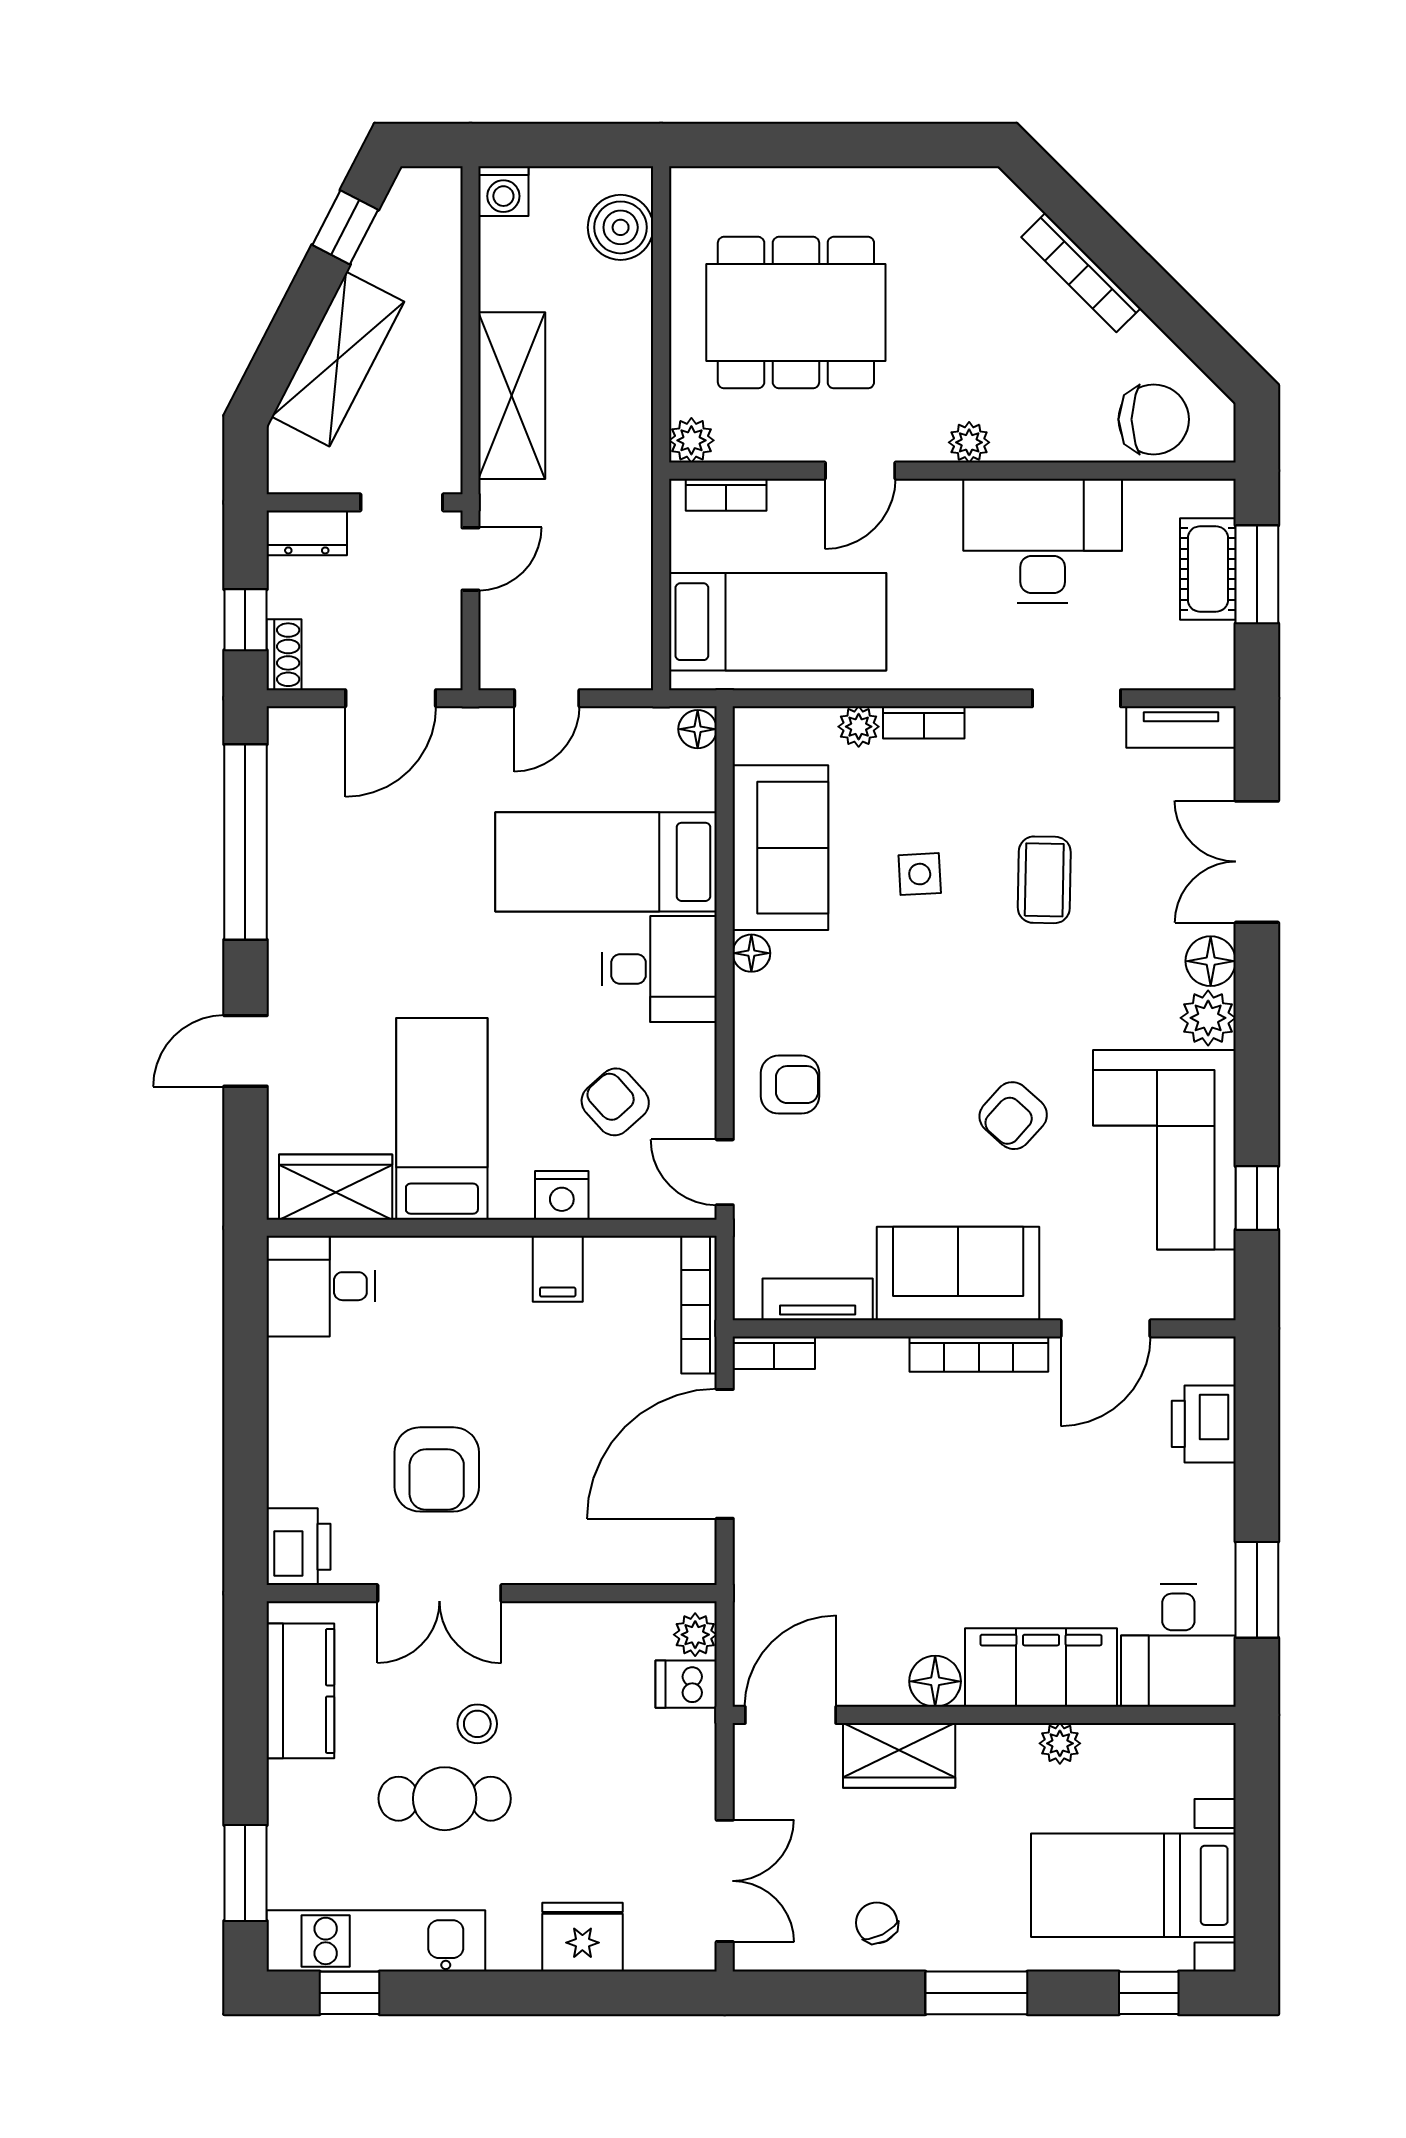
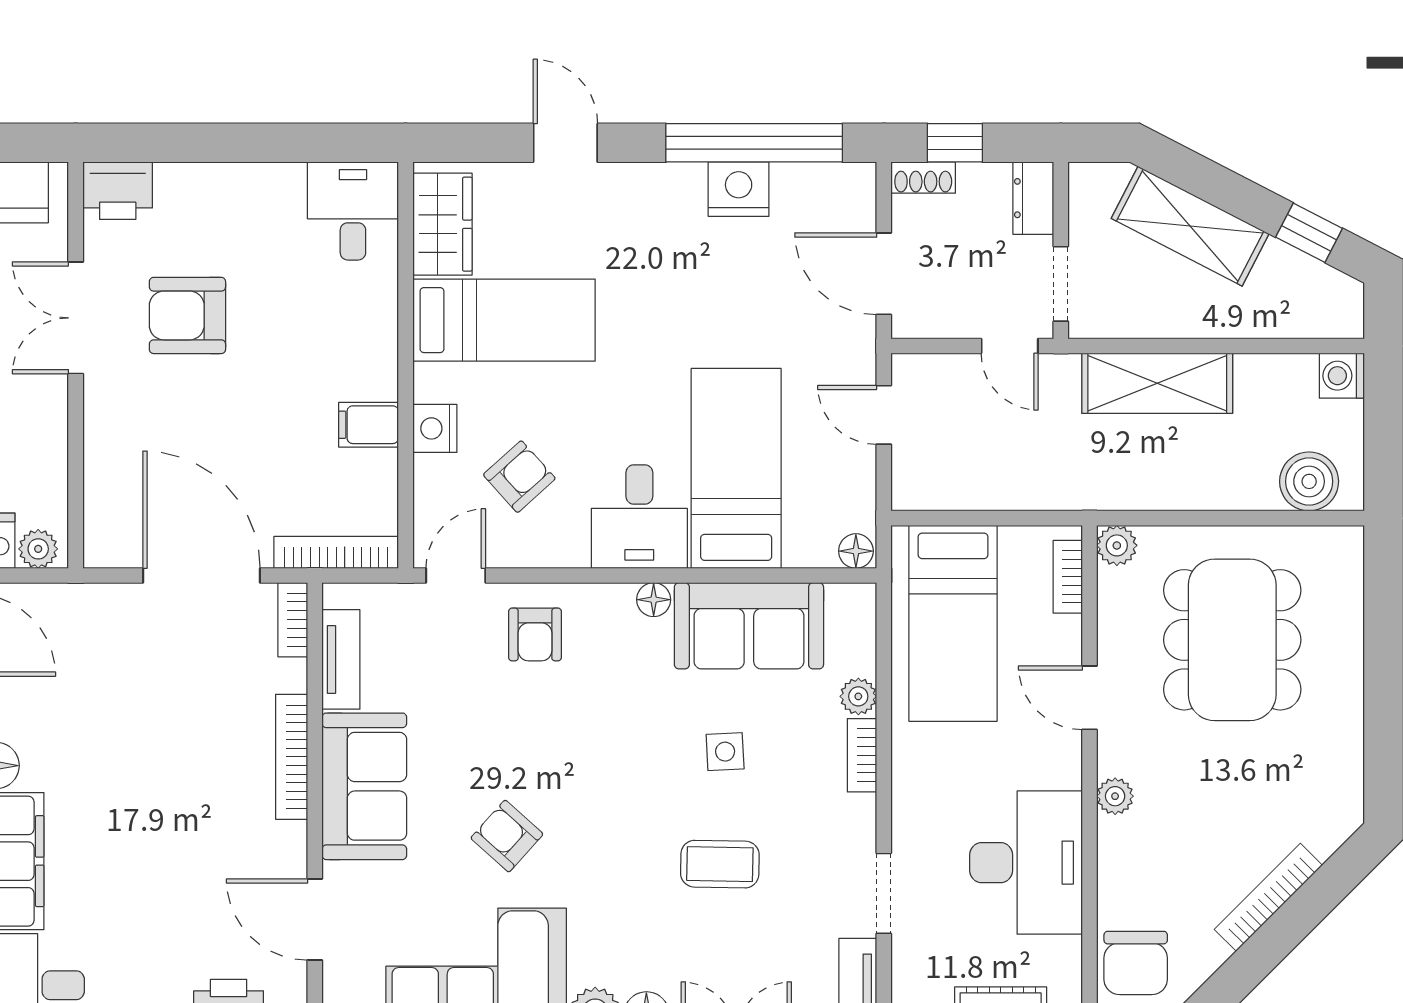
nightstand: (297, 859) -> (739, 189), added
bookcase: (979, 1354) -> (292, 757), moved

